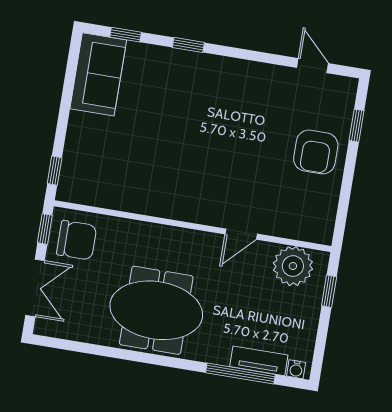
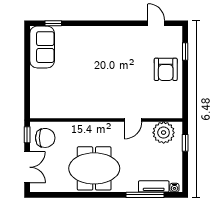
window: (188, 45) -> (88, 23), removed
window: (55, 171) -> (27, 103), removed

